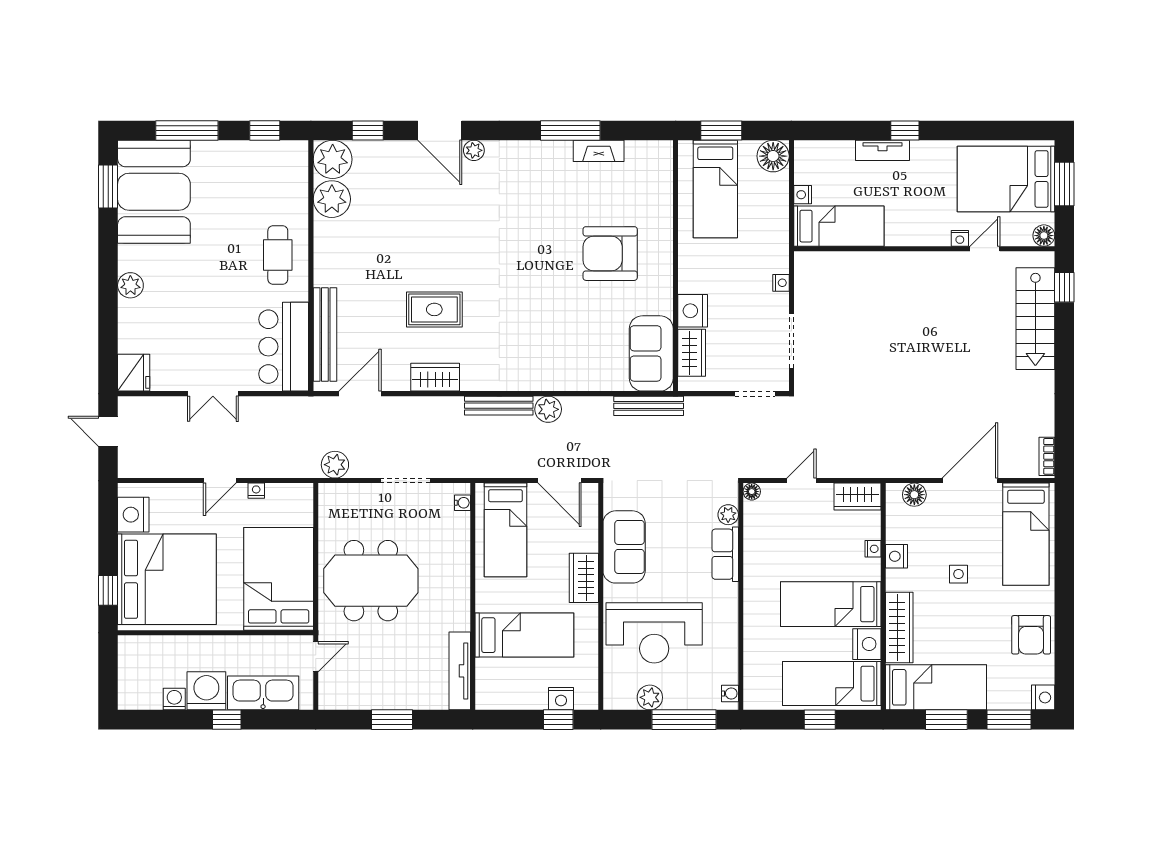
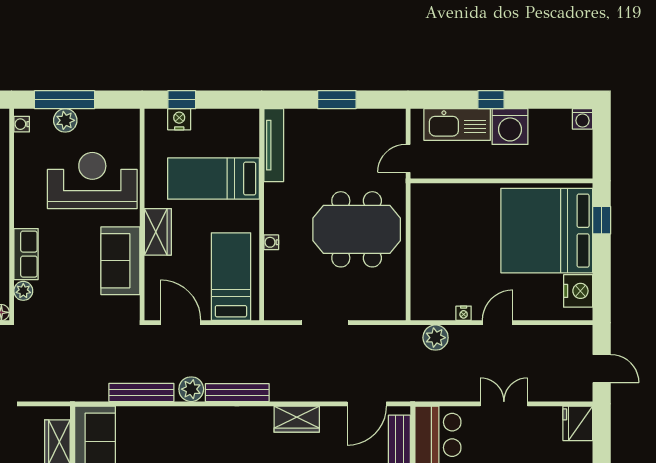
bench: (649, 406) -> (141, 392), moved
plant: (335, 465) -> (436, 338), moved
water cooler: (462, 503) -> (271, 242), moved
bed: (279, 579) -> (443, 231), removed
plant: (650, 697) -> (65, 120), moved
washing machine: (174, 699) -> (583, 119), moved

